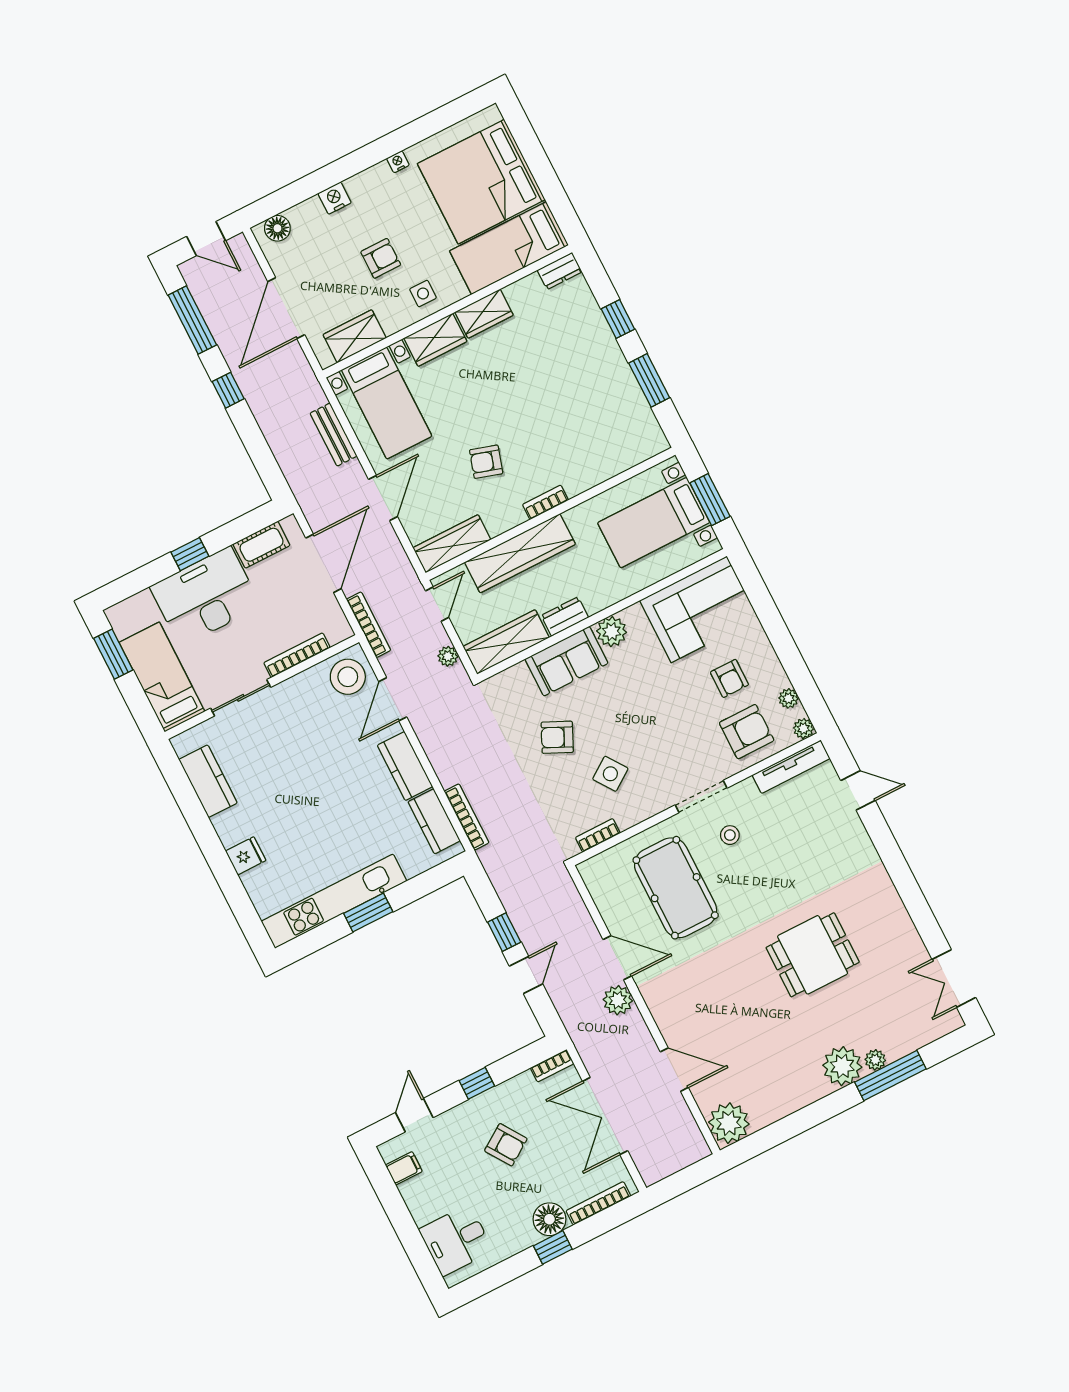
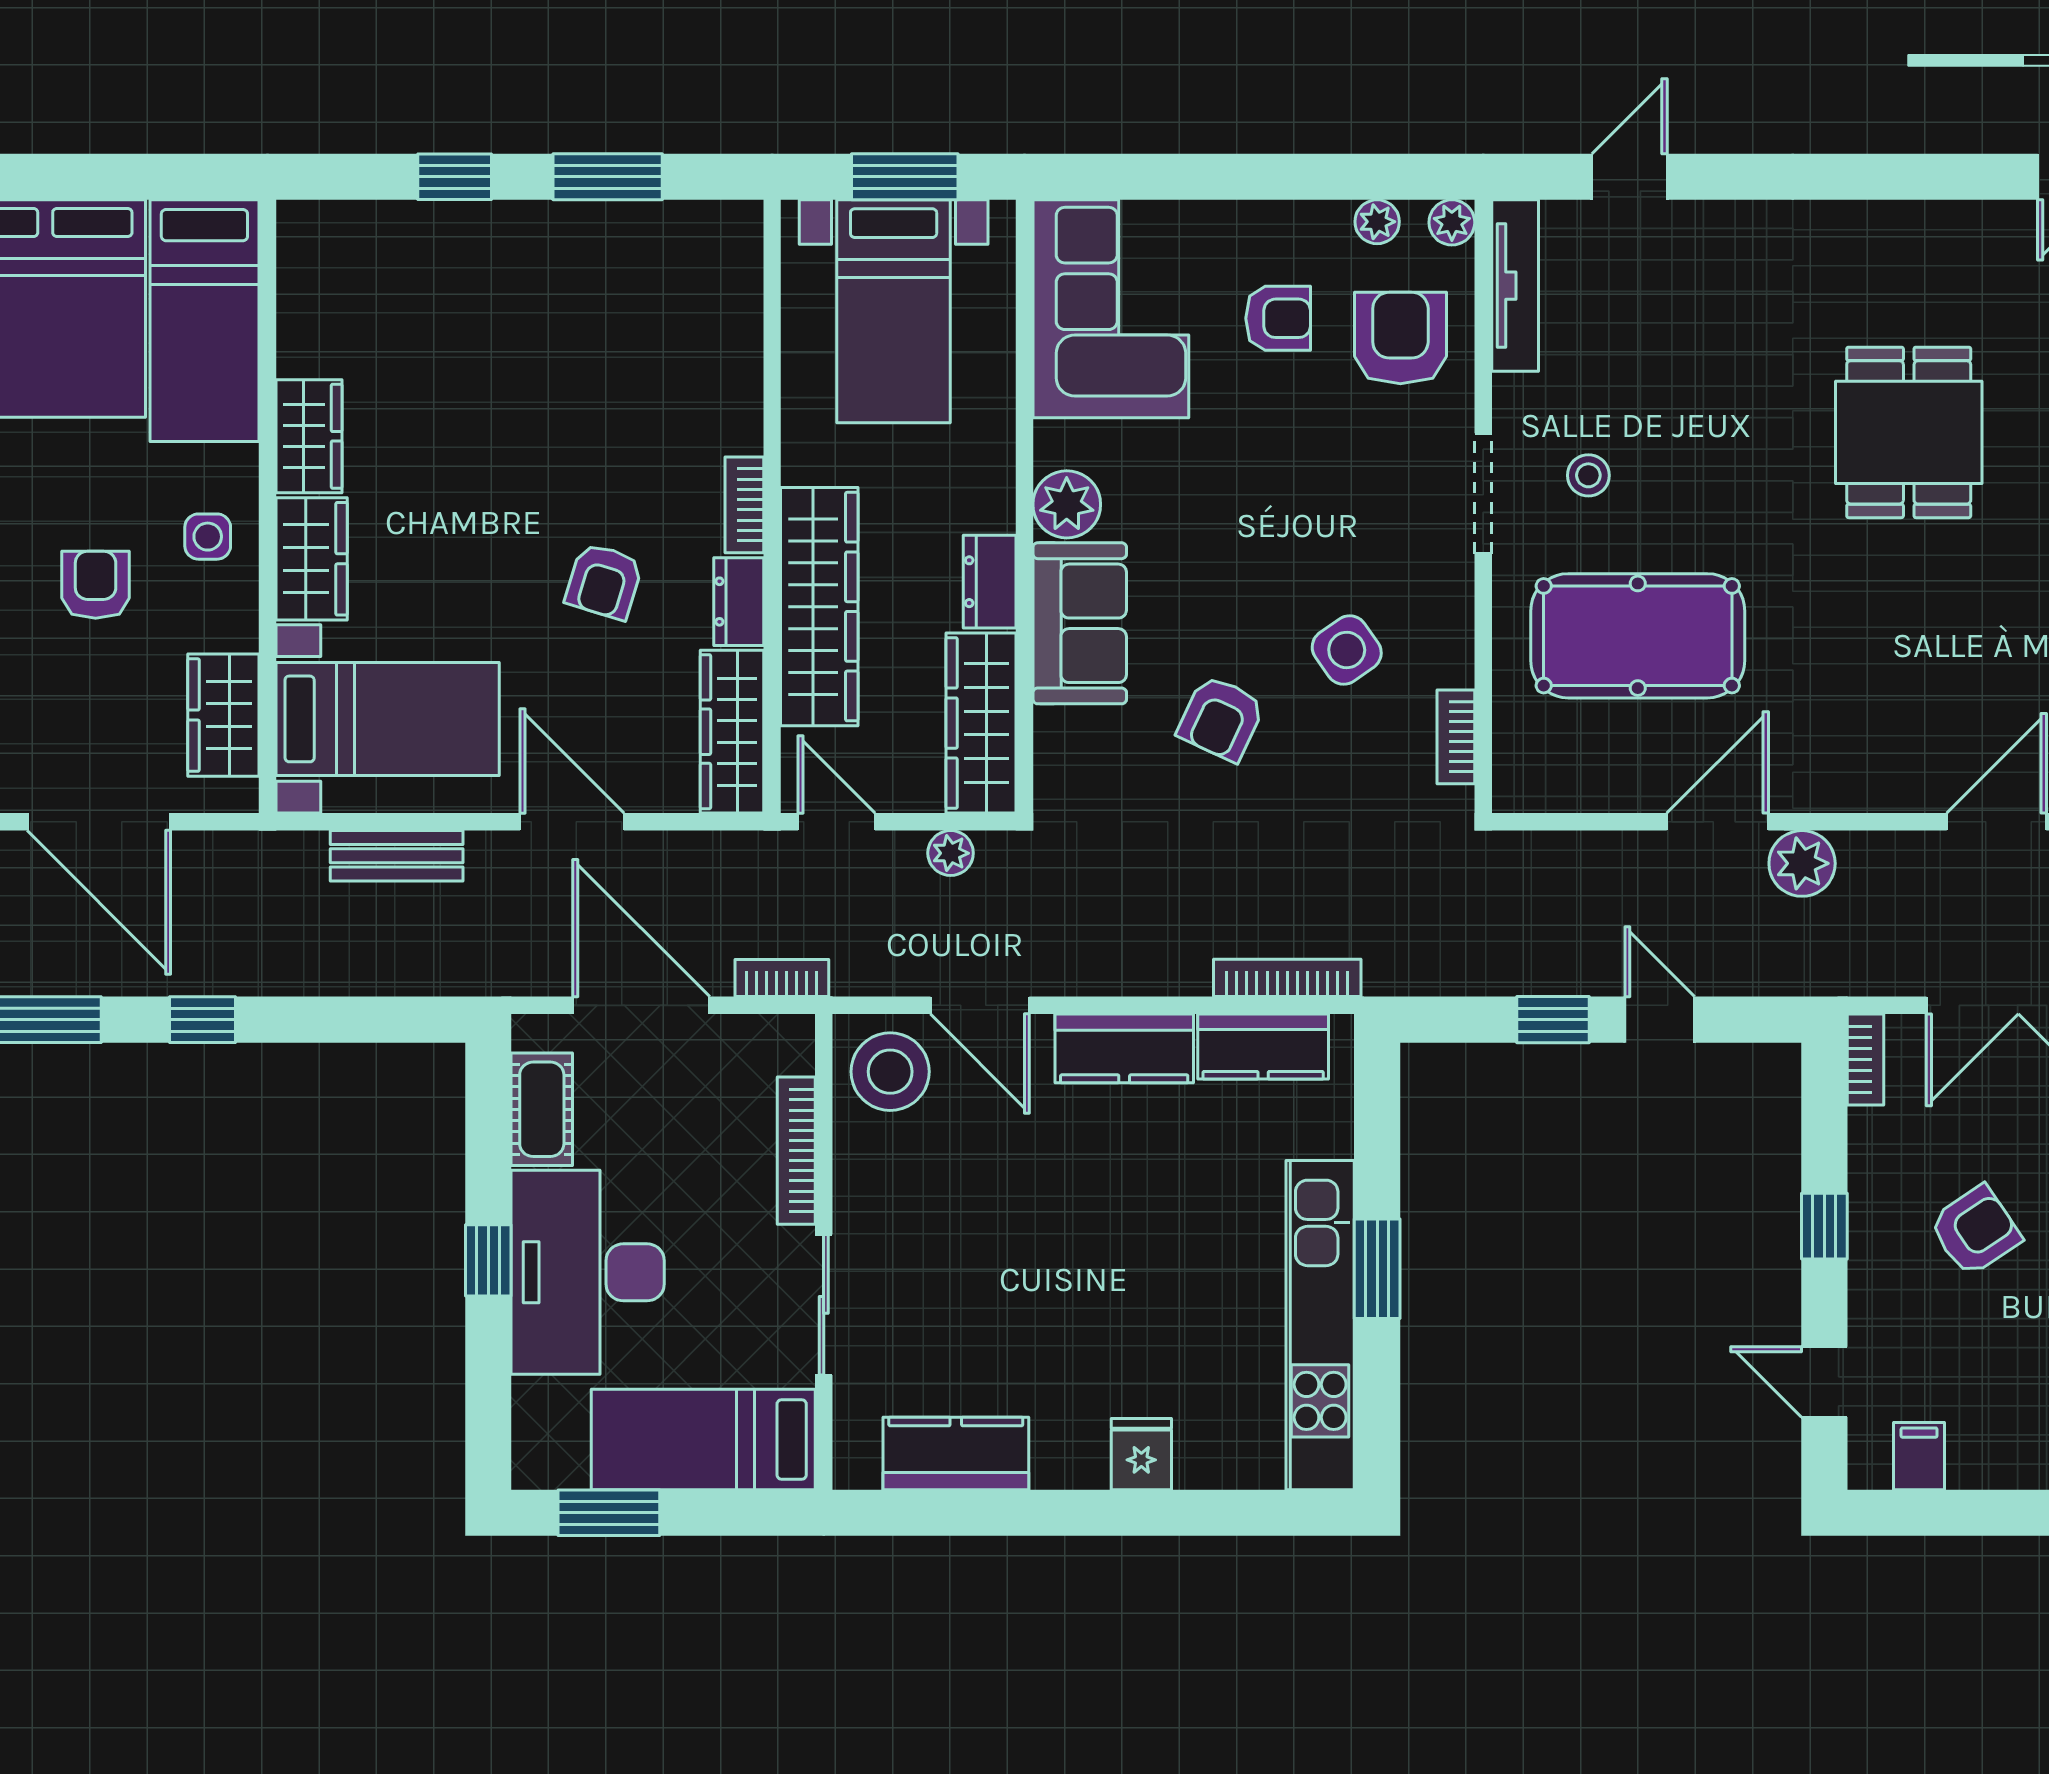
dresser: (560, 271) -> (739, 602), moved, turned 180
bookcase: (369, 625) -> (782, 978), width x0.64

